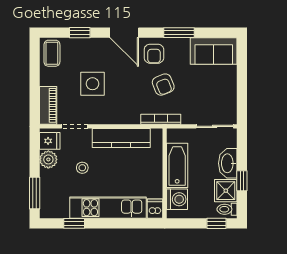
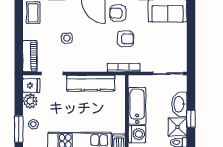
armchair: (154, 54) -> (118, 13), turned 90
side table: (93, 84) -> (67, 38), width x0.54, depth x0.54
armchair: (163, 85) -> (126, 39), turned -68
stool: (82, 168) -> (33, 124), moved

